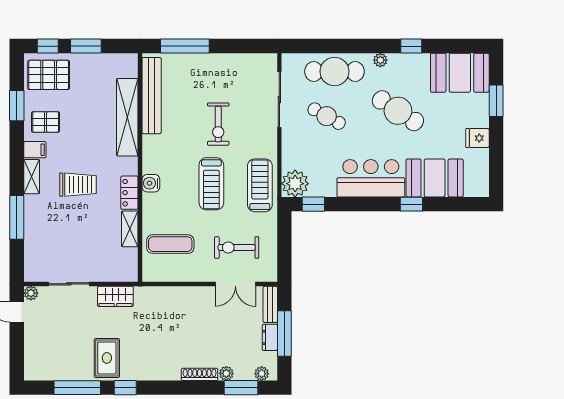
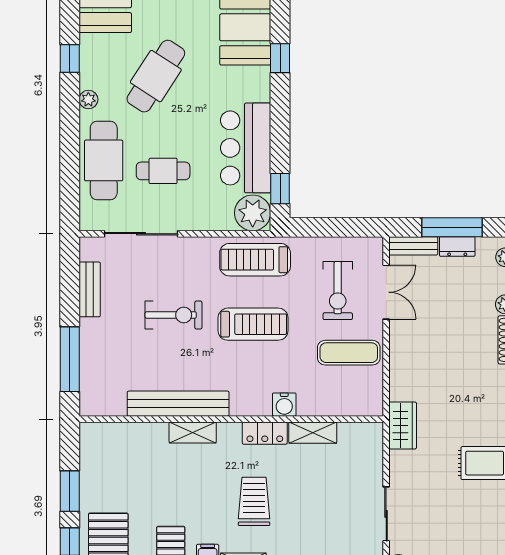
bench: (237, 61) -> (90, 289), added
bench: (152, 96) -> (178, 404), moved
cafe table: (327, 116) -> (163, 171), turned 61
shelving: (127, 117) -> (193, 432), width x0.45, depth x0.75
bar counter: (371, 178) -> (246, 148), moved
water cooler: (151, 183) -> (284, 405), moved
exercise mat: (170, 244) -> (349, 353), moved, turned 90
wardrobe: (115, 296) -> (403, 425), moved

